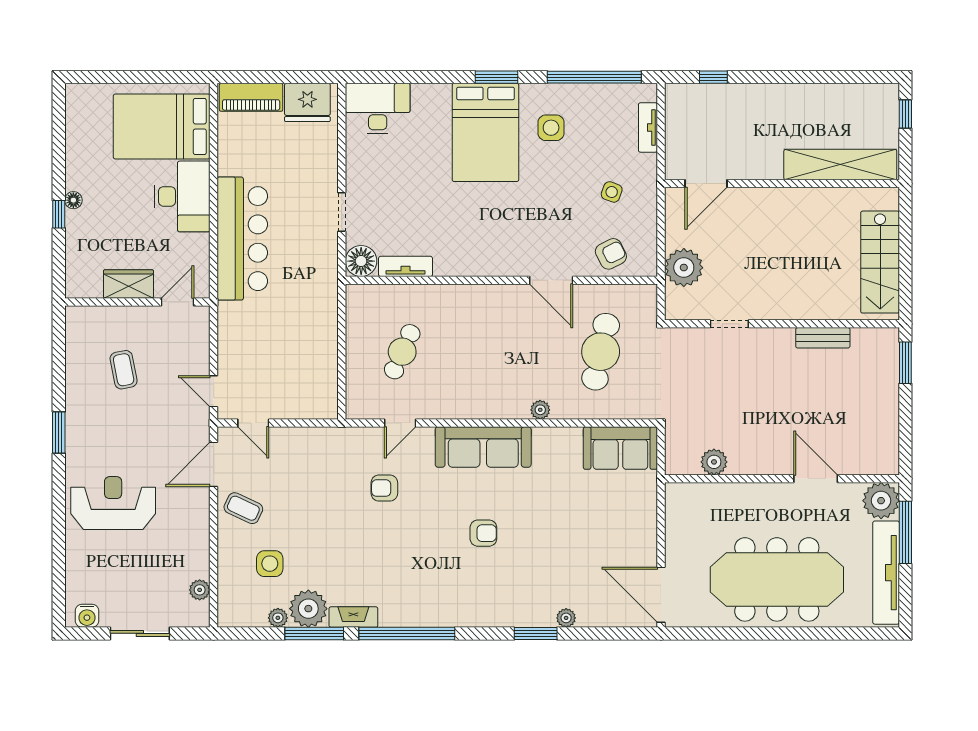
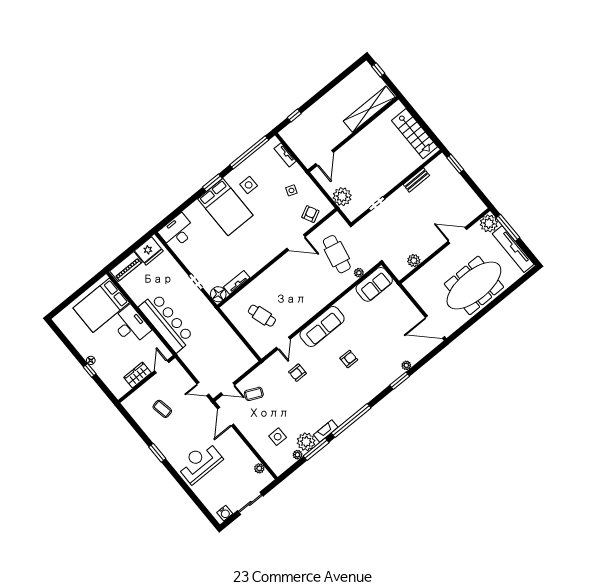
cafe table: (402, 352) -> (262, 316), turned -42
plant: (540, 410) -> (359, 273), moved
coffee table: (243, 508) -> (254, 394), moved

